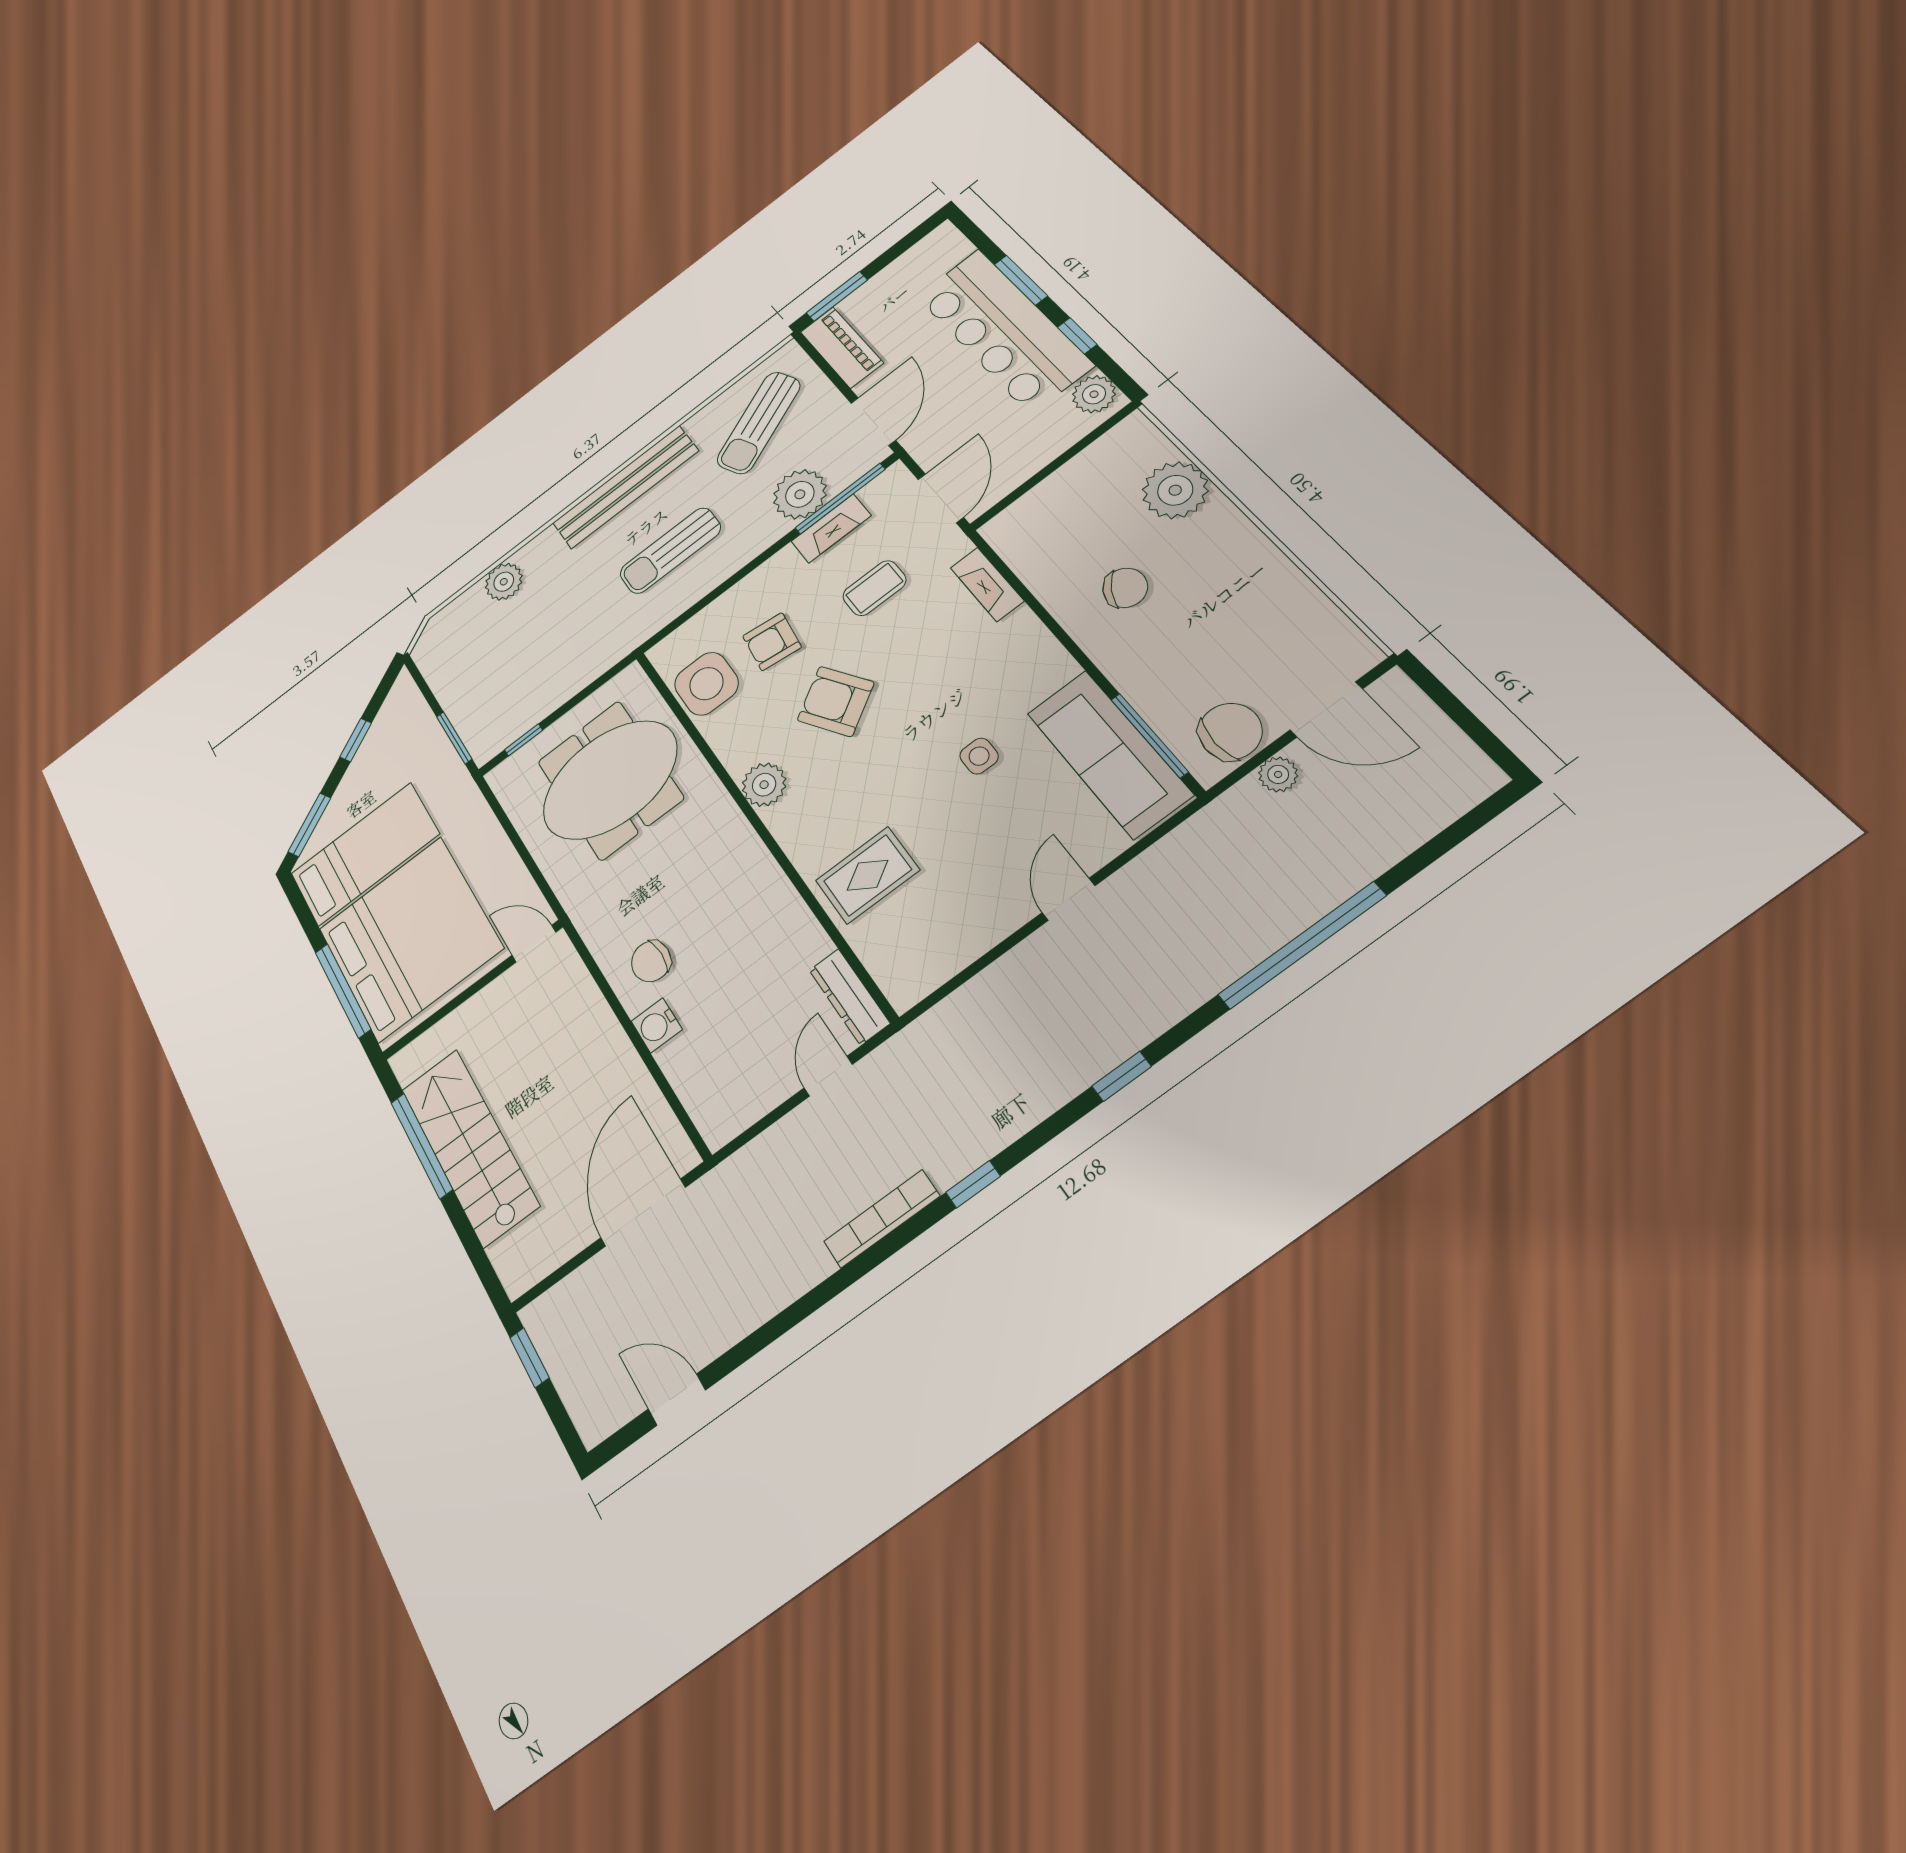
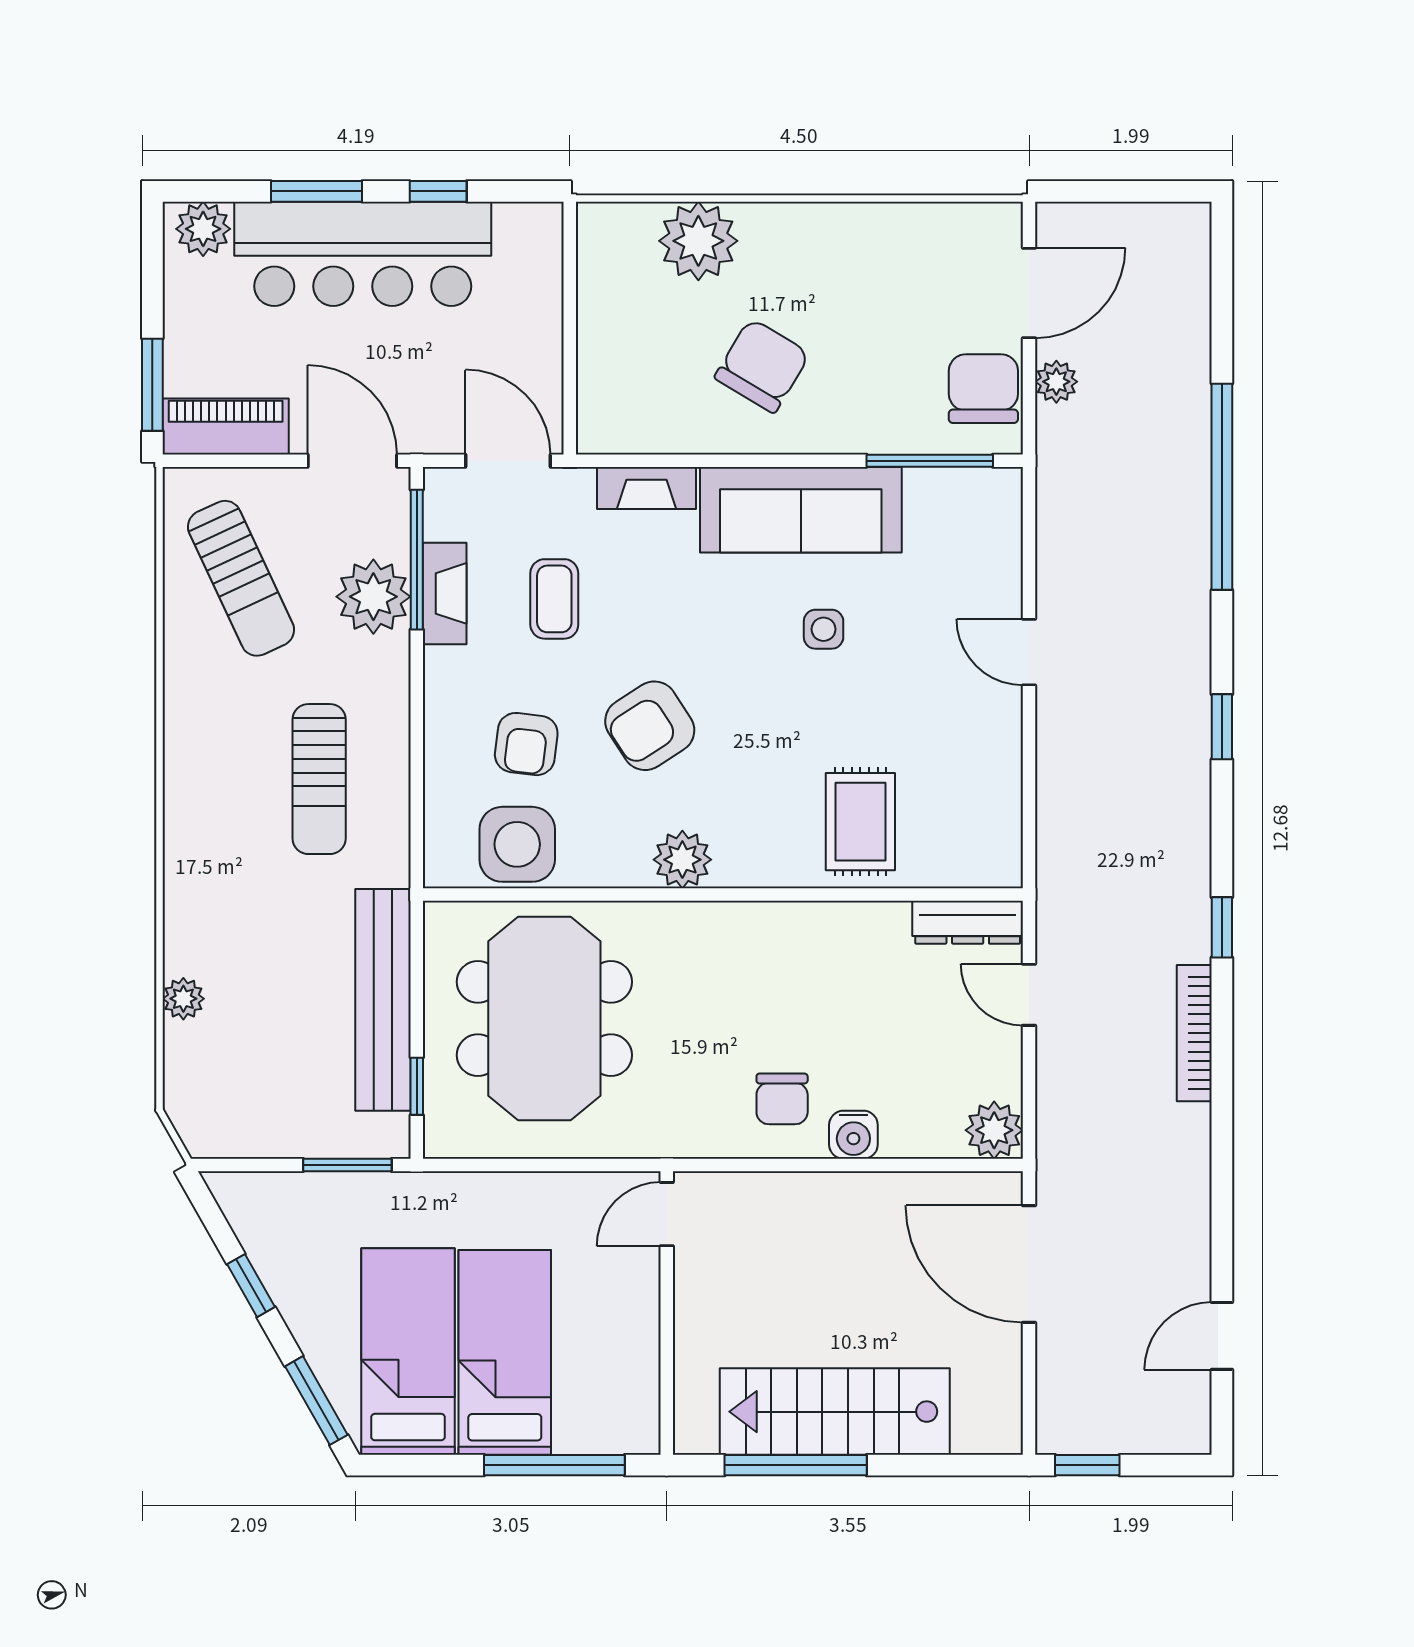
plant: (1094, 394) -> (203, 229), moved
bench: (625, 487) -> (383, 1000), moved
plant: (504, 582) -> (183, 999), width x0.73, depth x0.73
chair: (1125, 588) -> (762, 366), width x1.37, depth x1.37
sofa: (1109, 753) -> (801, 510), moved
bed: (410, 938) -> (505, 1352), width x0.49
plant: (719, 1120) -> (994, 1130), added

